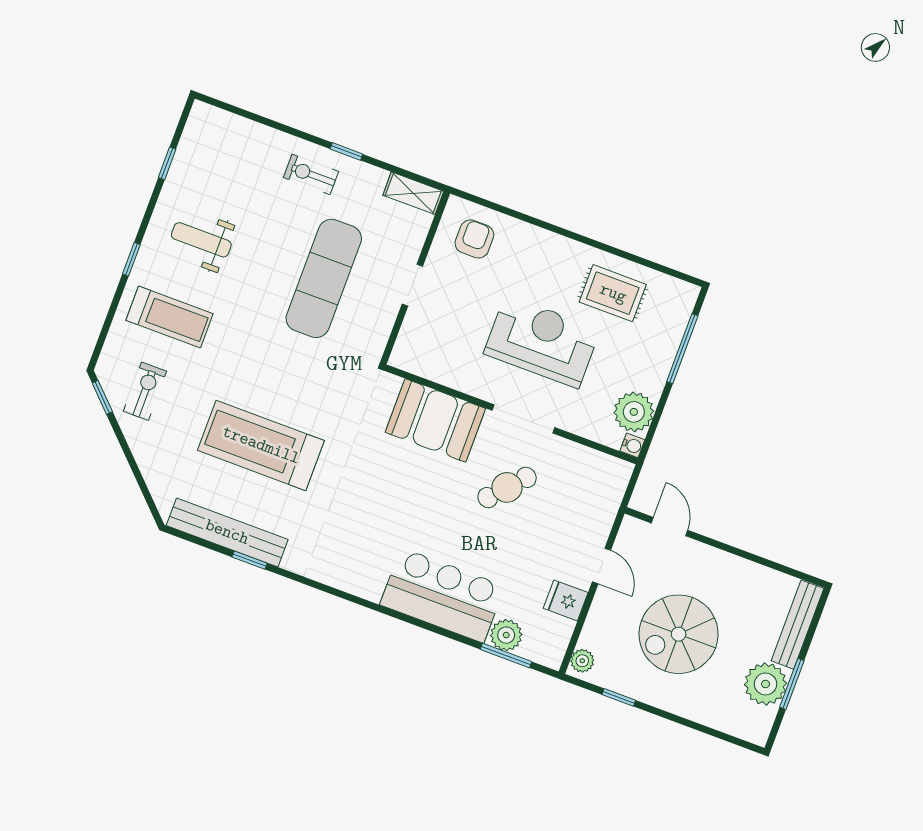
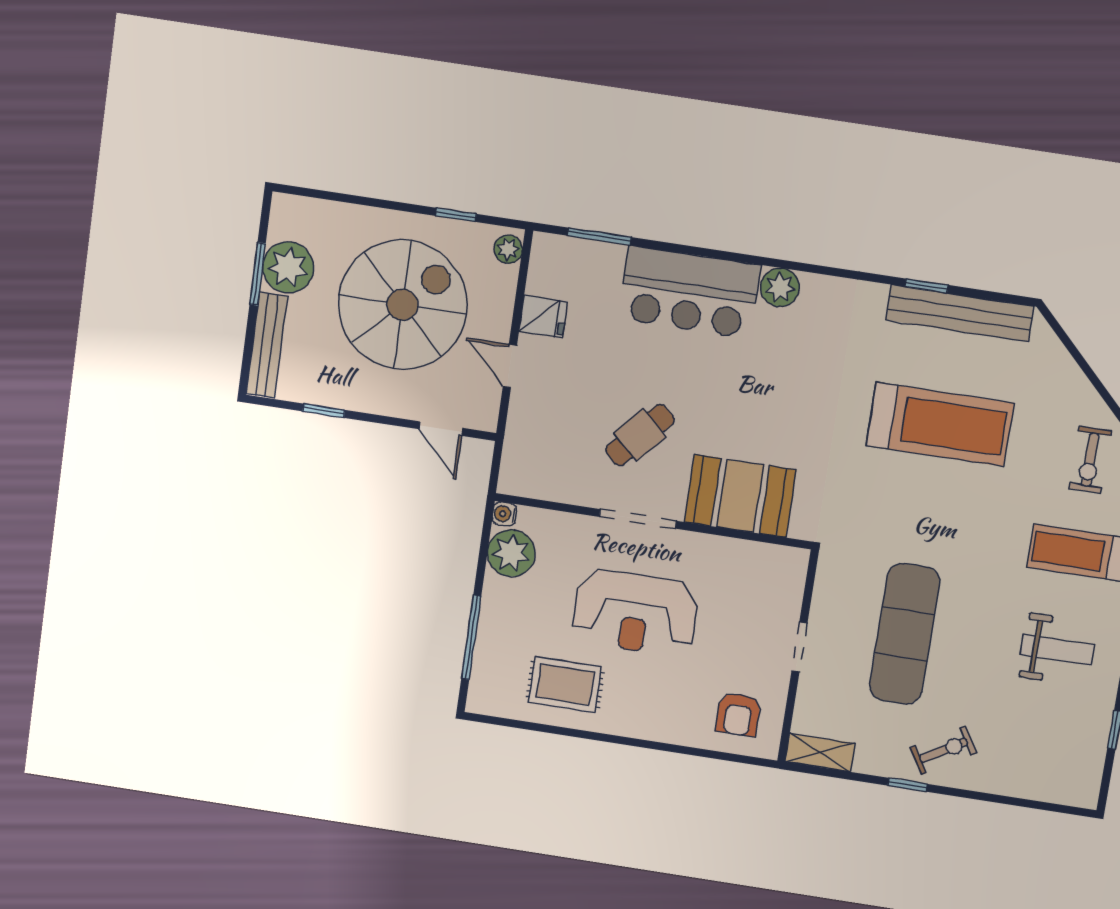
exercise bike: (311, 174) -> (944, 750), turned -31
window: (763, 561) -> (324, 411), added
spiral stairs: (679, 634) -> (402, 305), width x1.37, depth x1.37
plant: (506, 635) -> (780, 287), moved

